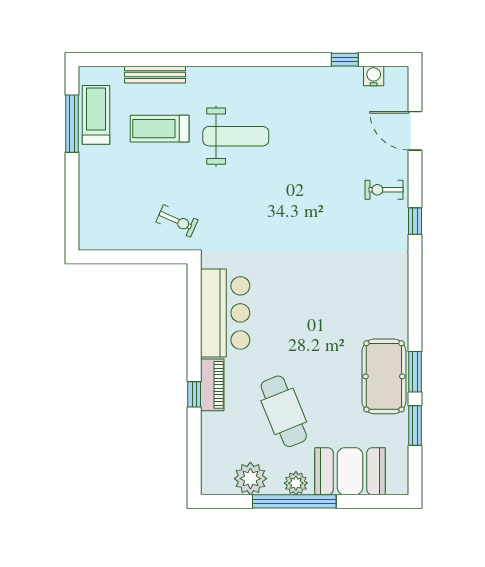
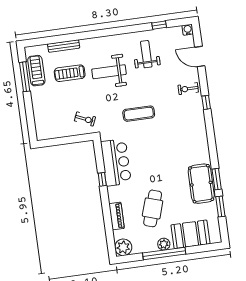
water cooler: (374, 76) -> (188, 30), moved
weight bench: (312, 112) -> (146, 54), added
weight bench: (236, 136) -> (109, 72), turned 180
exercise mat: (282, 225) -> (139, 114), added
piano: (212, 385) -> (117, 216), moved
window: (194, 394) -> (102, 179), moved
cafe table: (284, 411) -> (153, 208), turned 40
plant: (250, 479) -> (123, 247), moved

